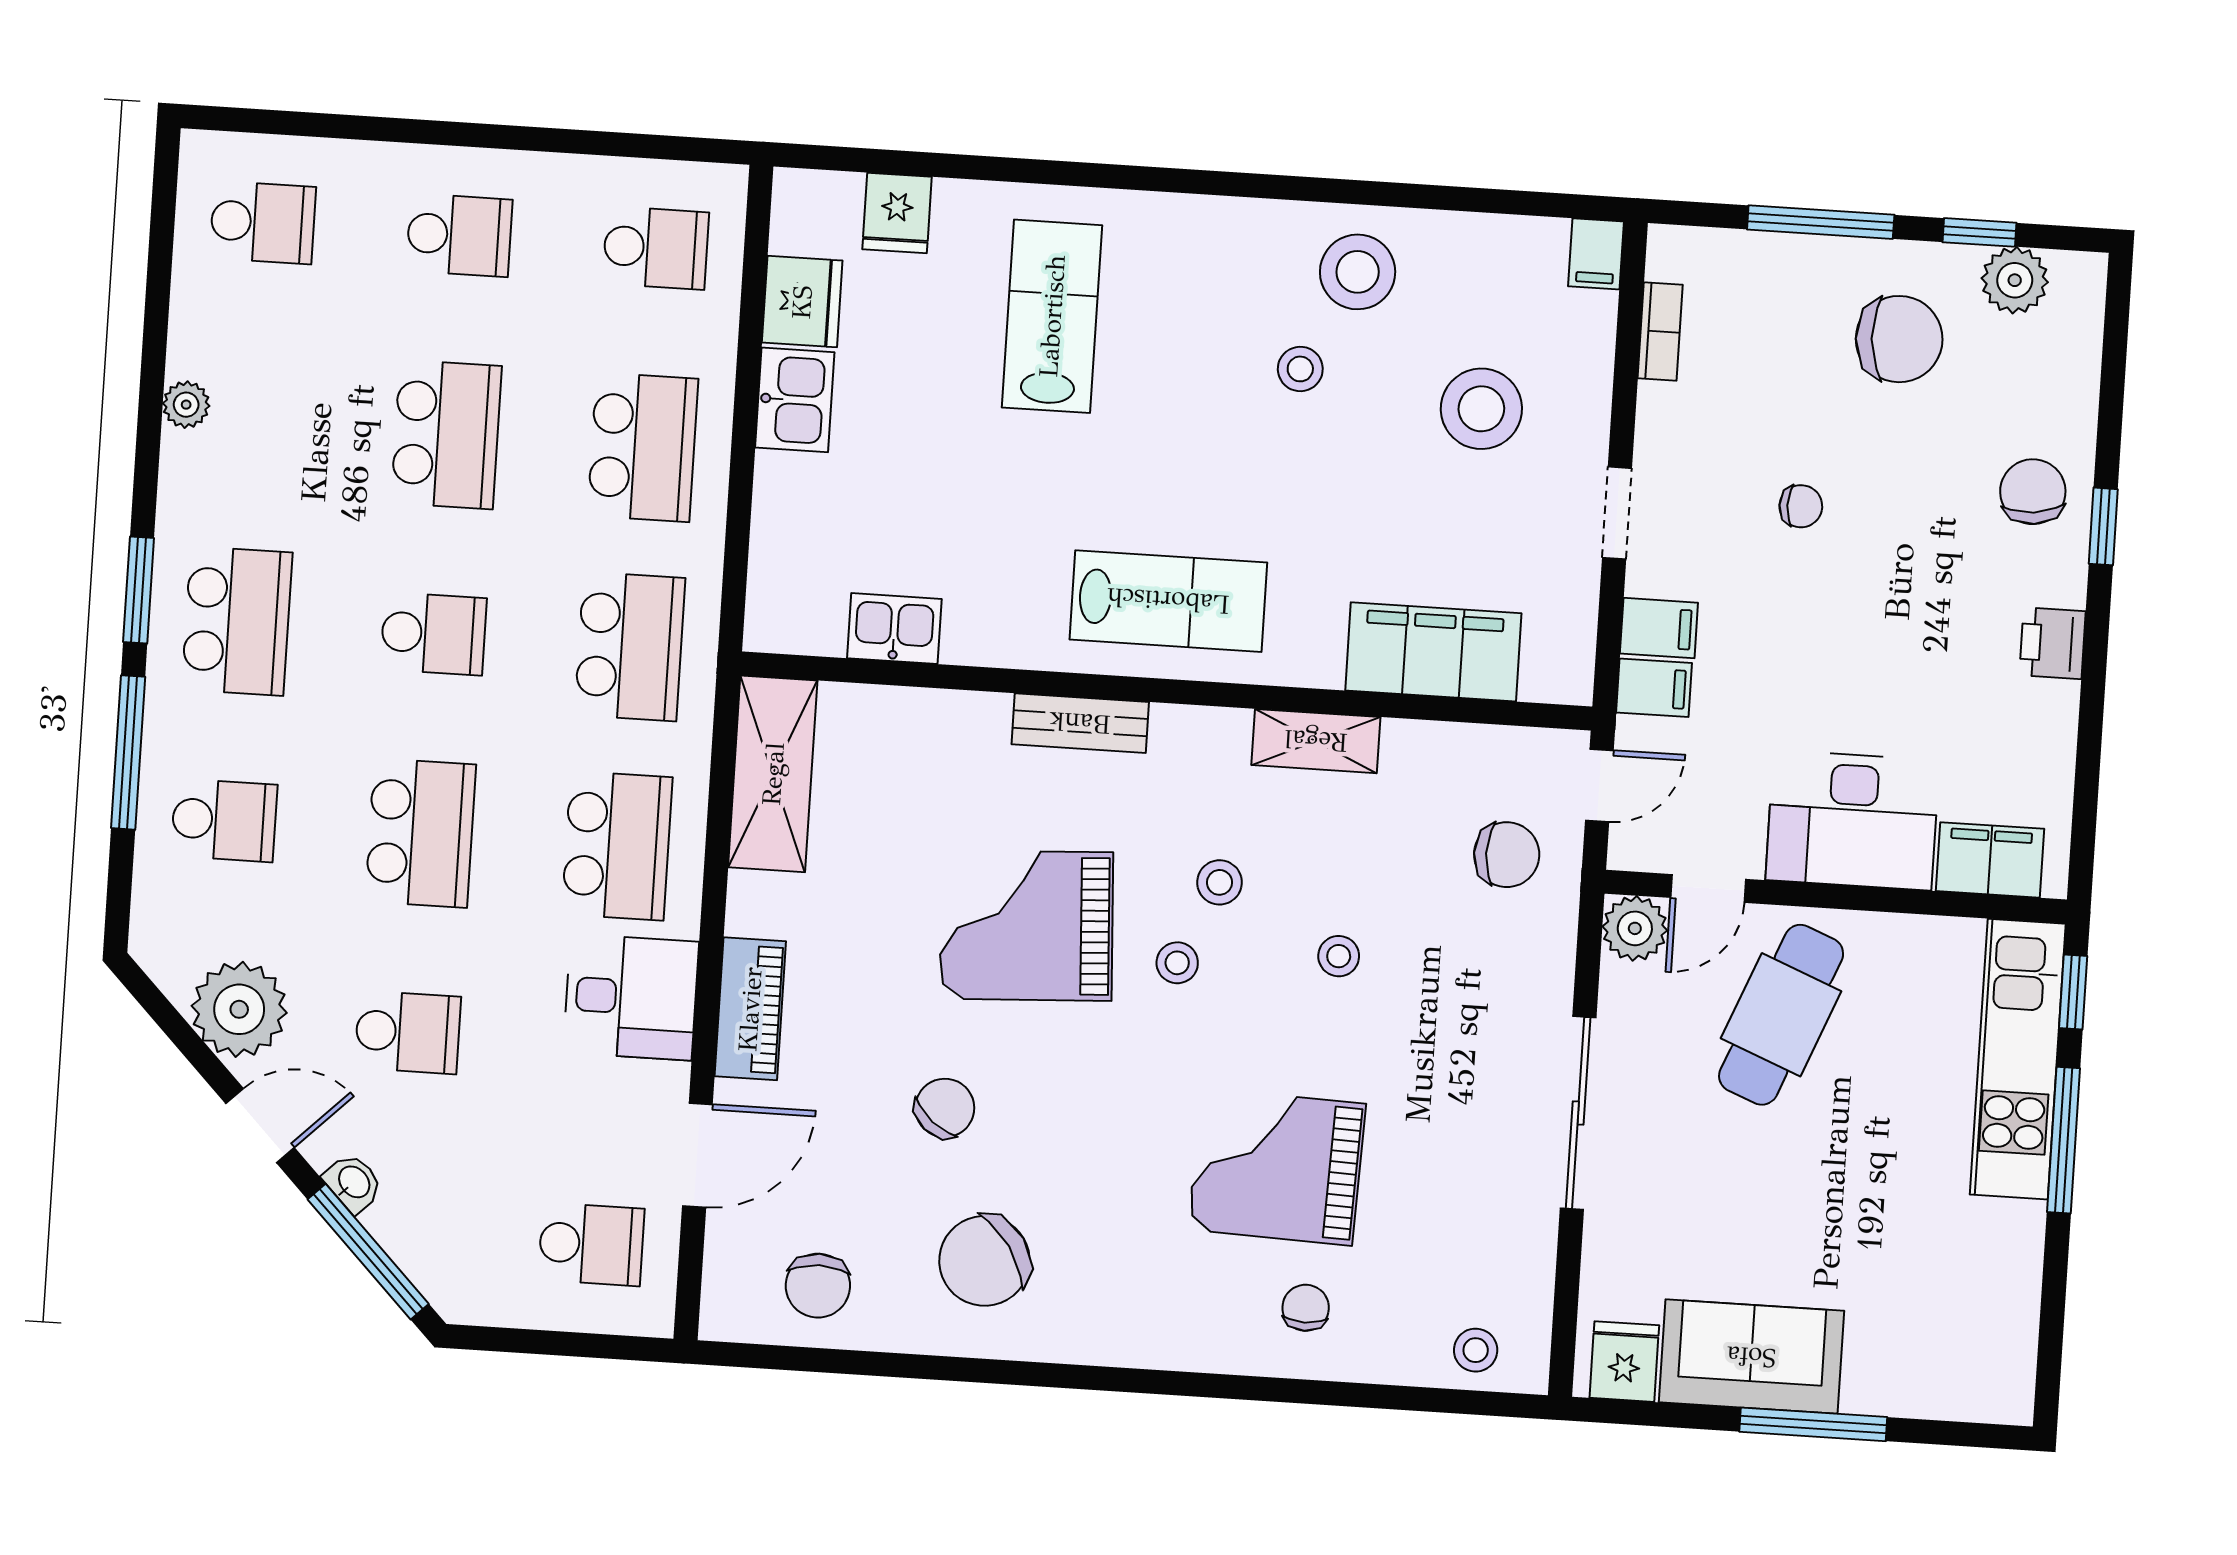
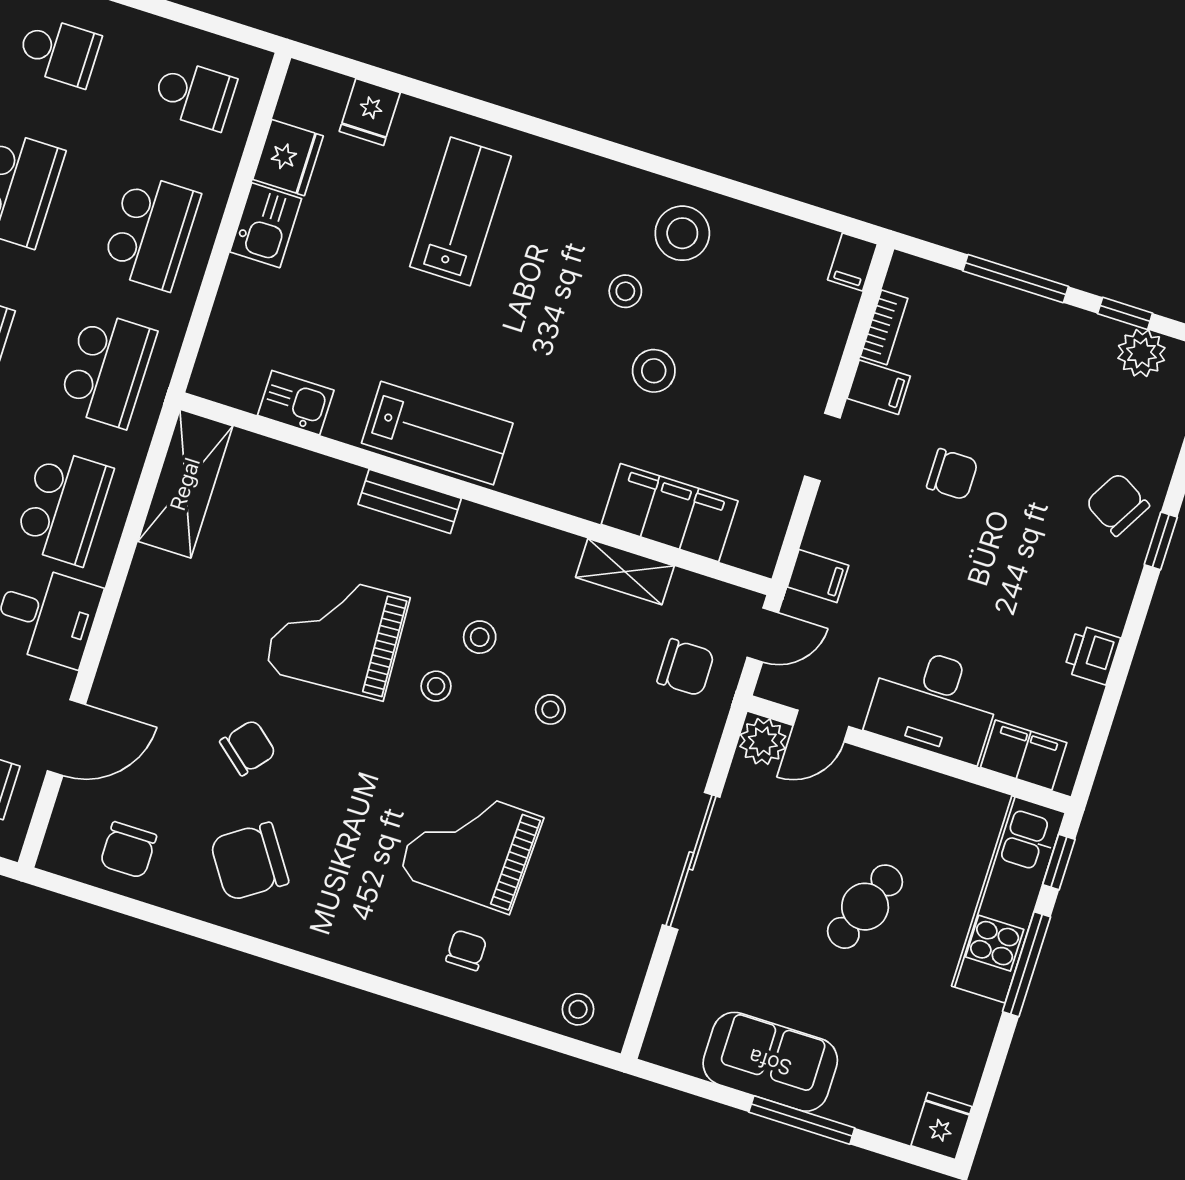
chair: (1899, 339) -> (1050, 374), removed
stool: (1481, 409) -> (654, 371), moved, width x0.73, depth x0.73
chair: (2033, 492) -> (1117, 504), turned -54
chair: (1801, 506) -> (952, 474), width x1.37, depth x1.37
lab bench: (1168, 601) -> (437, 433), moved
filing cabinet: (1659, 628) -> (879, 387), moved
printer: (2052, 643) -> (1092, 655), moved
shelving: (1316, 741) -> (625, 572), moved
piano: (750, 1009) -> (129, 644), removed
cafe table: (1781, 1015) -> (865, 907), moved, width x0.73, depth x0.74
fridge: (1624, 1362) -> (942, 1126), moved

